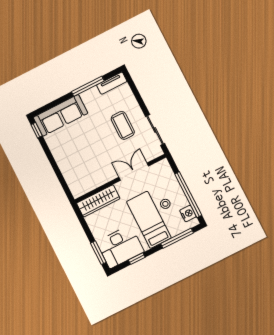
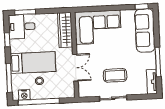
sliding door: (155, 130) -> (113, 98), moved
corner sofa: (79, 167) -> (98, 27), added
desk: (120, 247) -> (22, 27), width x0.73

